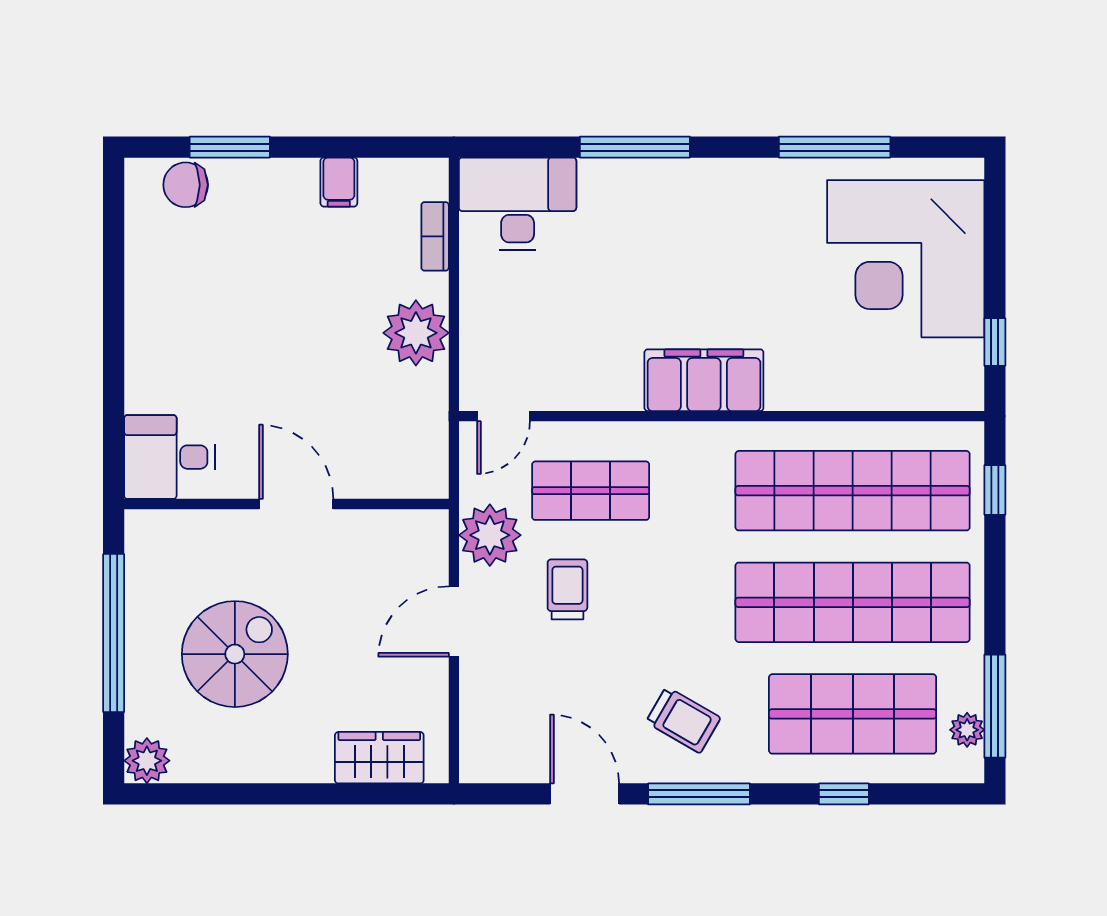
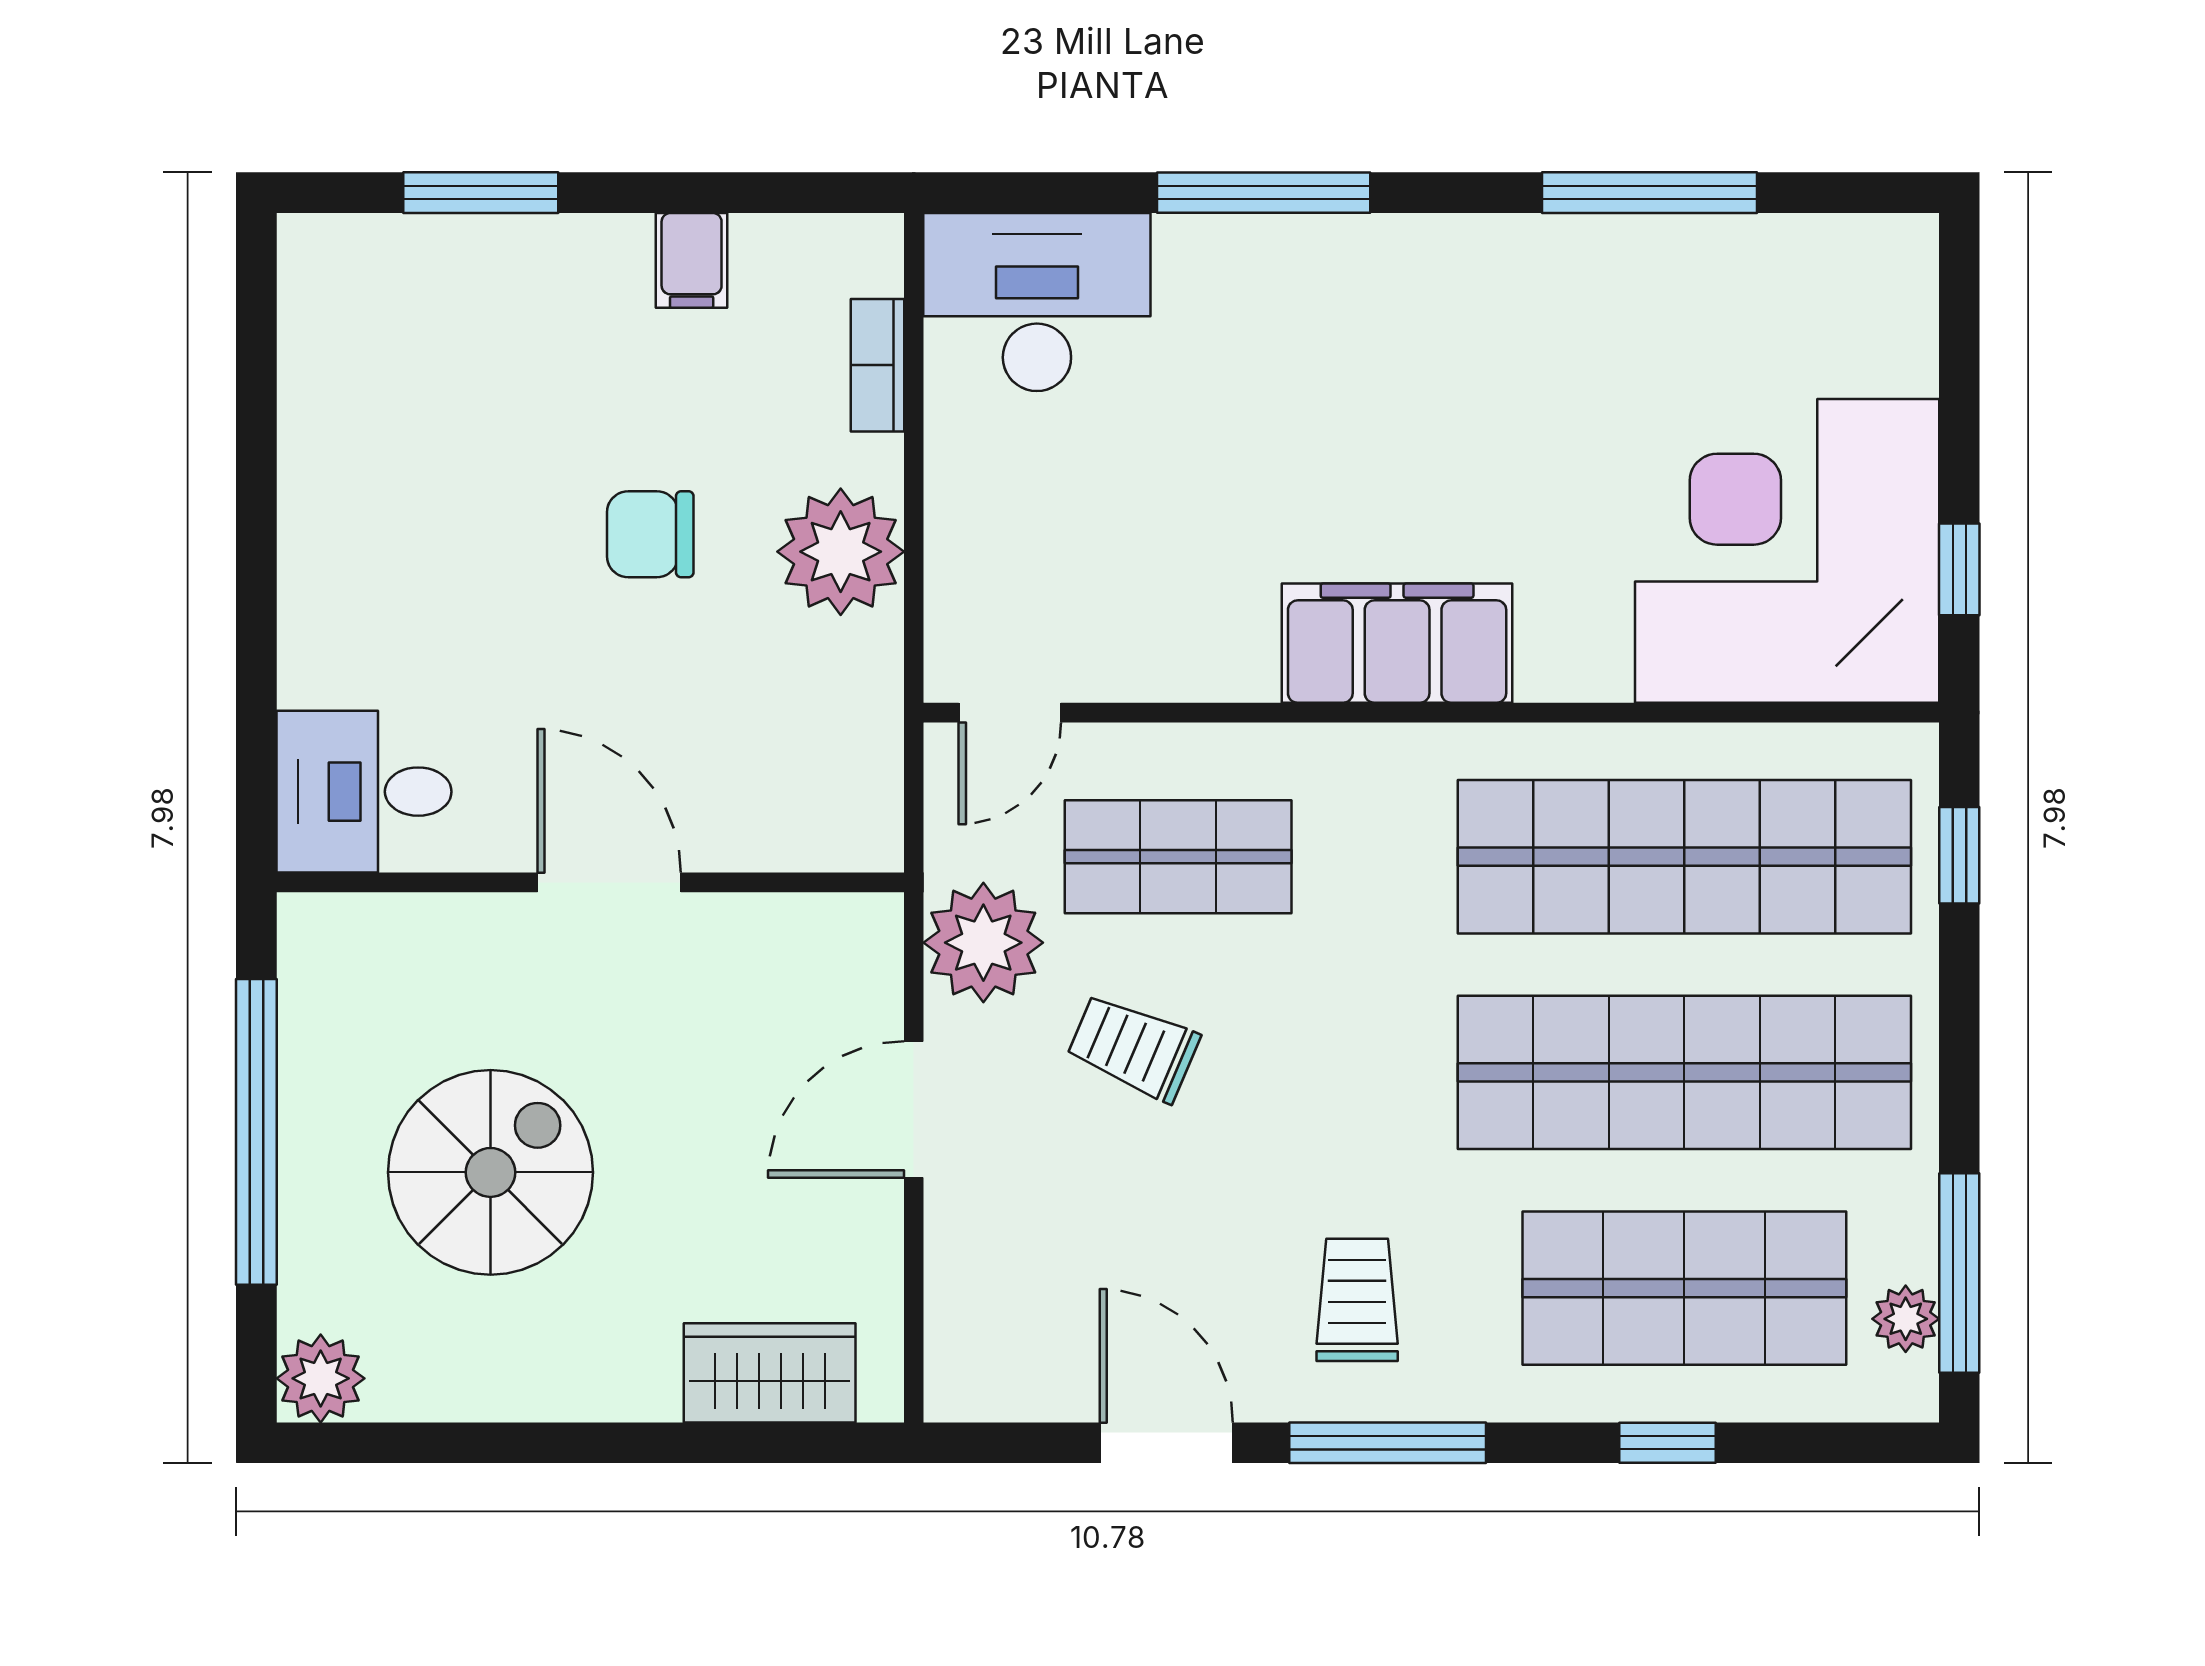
chair: (186, 185) -> (650, 534), moved
corner desk: (906, 259) -> (1787, 551), moved, turned 90
trolley: (567, 589) -> (1133, 1047), turned -67
trolley: (683, 720) -> (1357, 1300), turned -120

